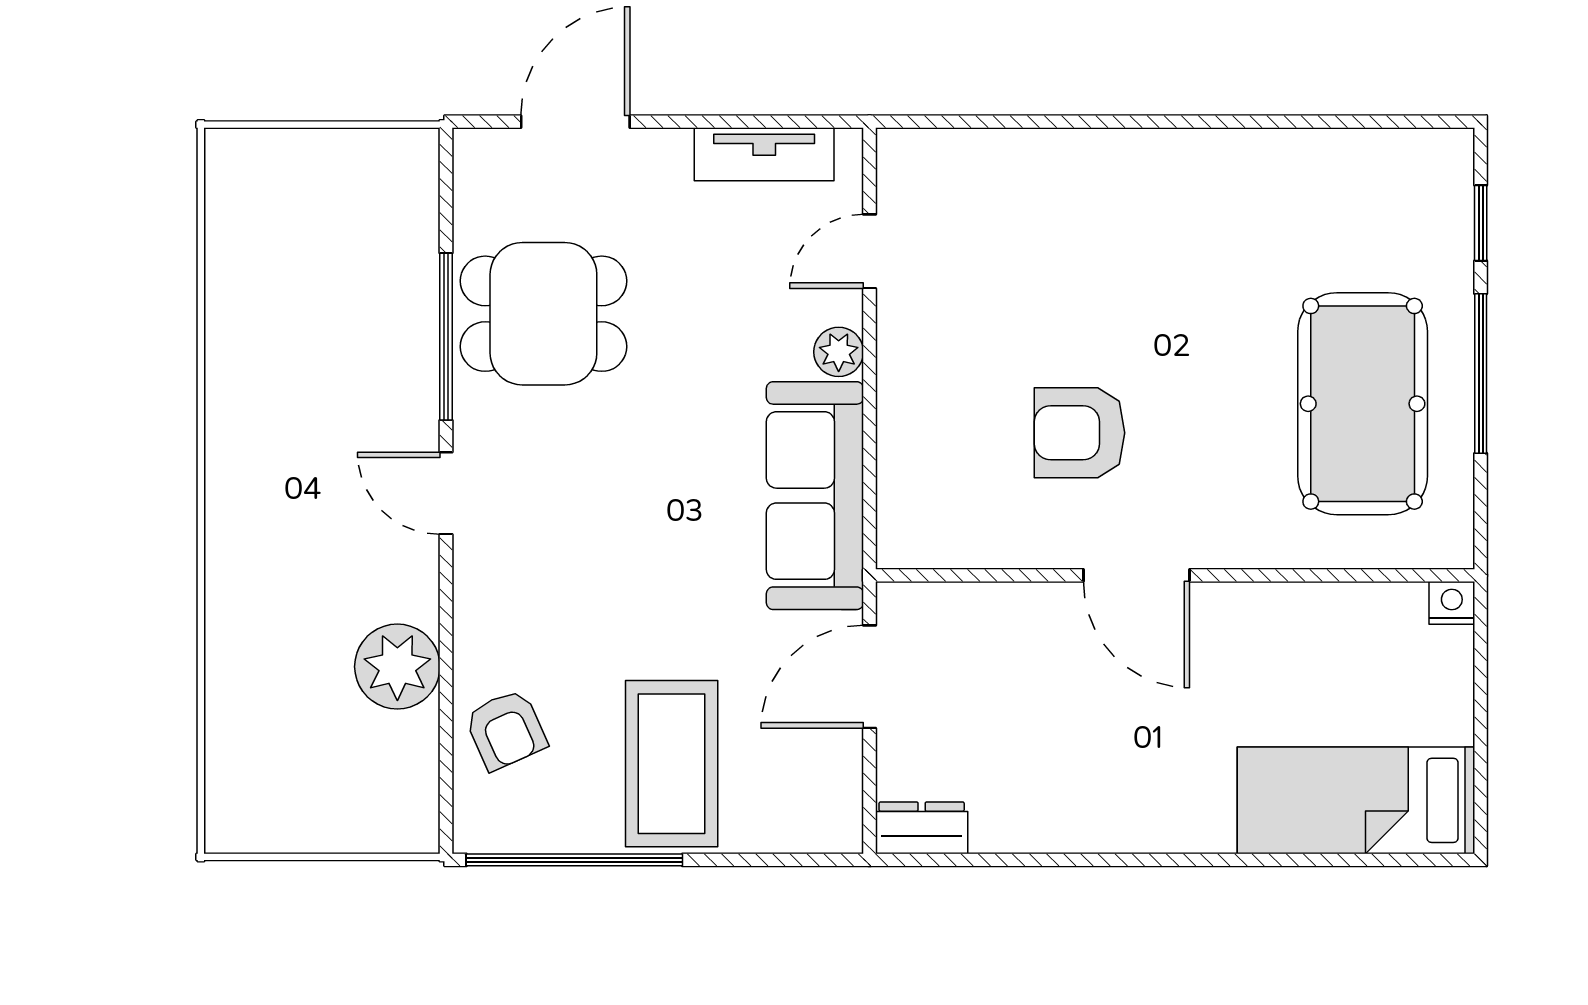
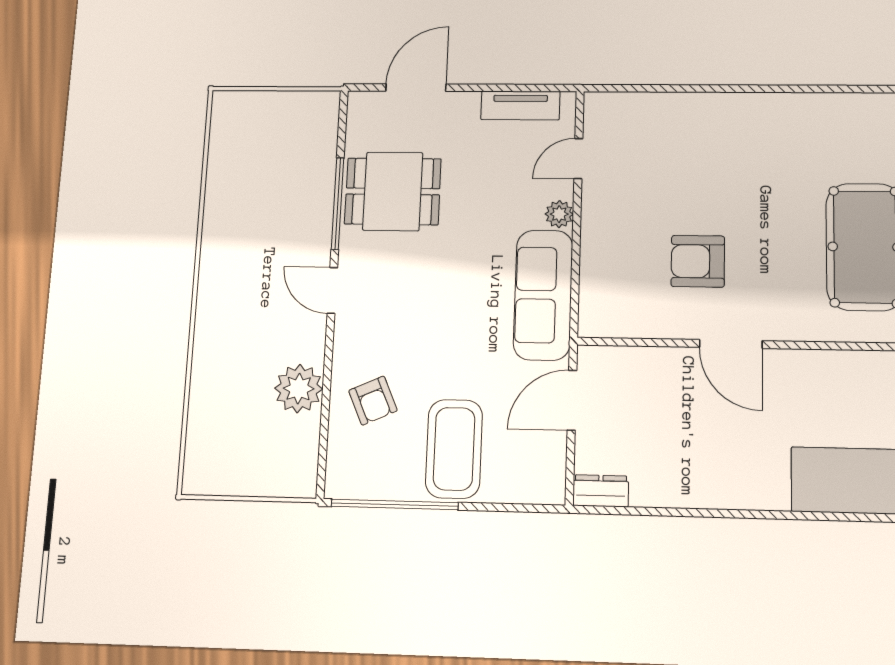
armchair: (506, 730) -> (373, 401), moved

